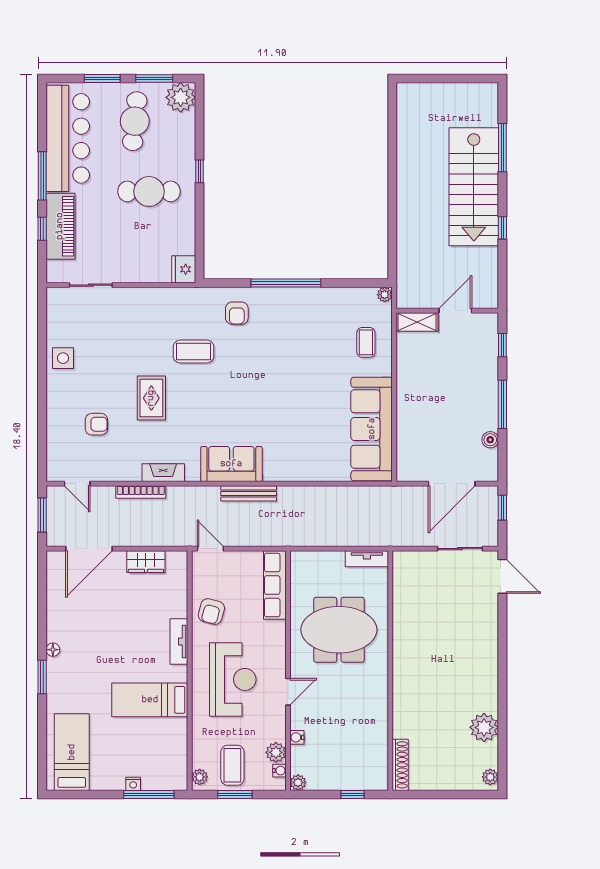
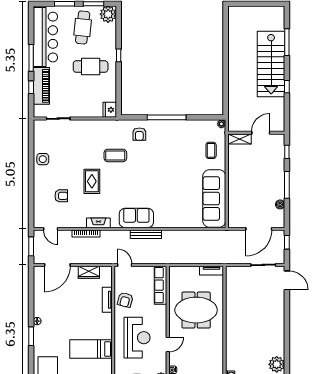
tv unit: (179, 642) -> (107, 300), moved

